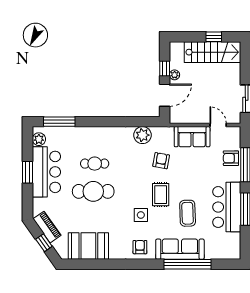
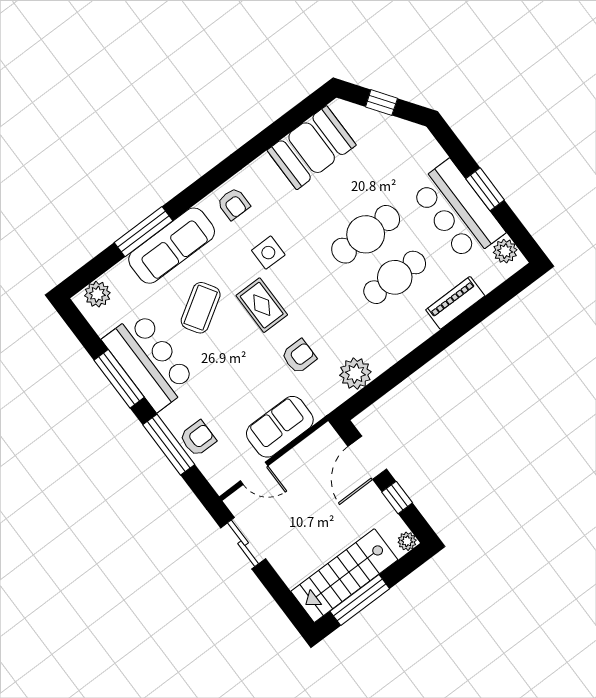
window: (214, 37) -> (360, 600), width x2.17
plant: (175, 75) -> (407, 541), moved
window: (59, 122) -> (494, 300), removed
armchair: (161, 161) -> (299, 356), turned -100
cafe table: (95, 164) -> (395, 277), width x1.37, depth x1.35
coffee table: (188, 213) -> (201, 308), turned 60
piano: (47, 227) -> (455, 303), moved, turned 125
plant: (227, 252) -> (97, 294), added
window: (187, 264) -> (144, 232), width x0.68

